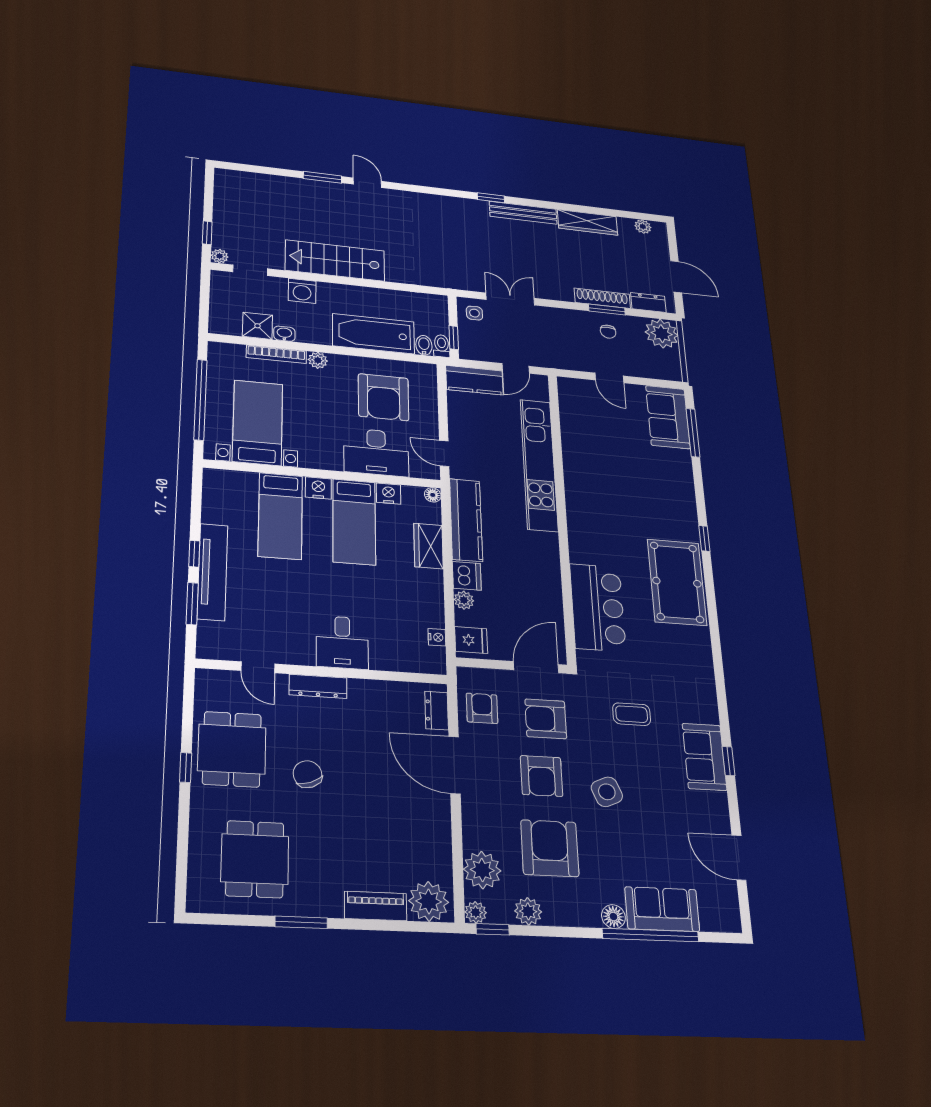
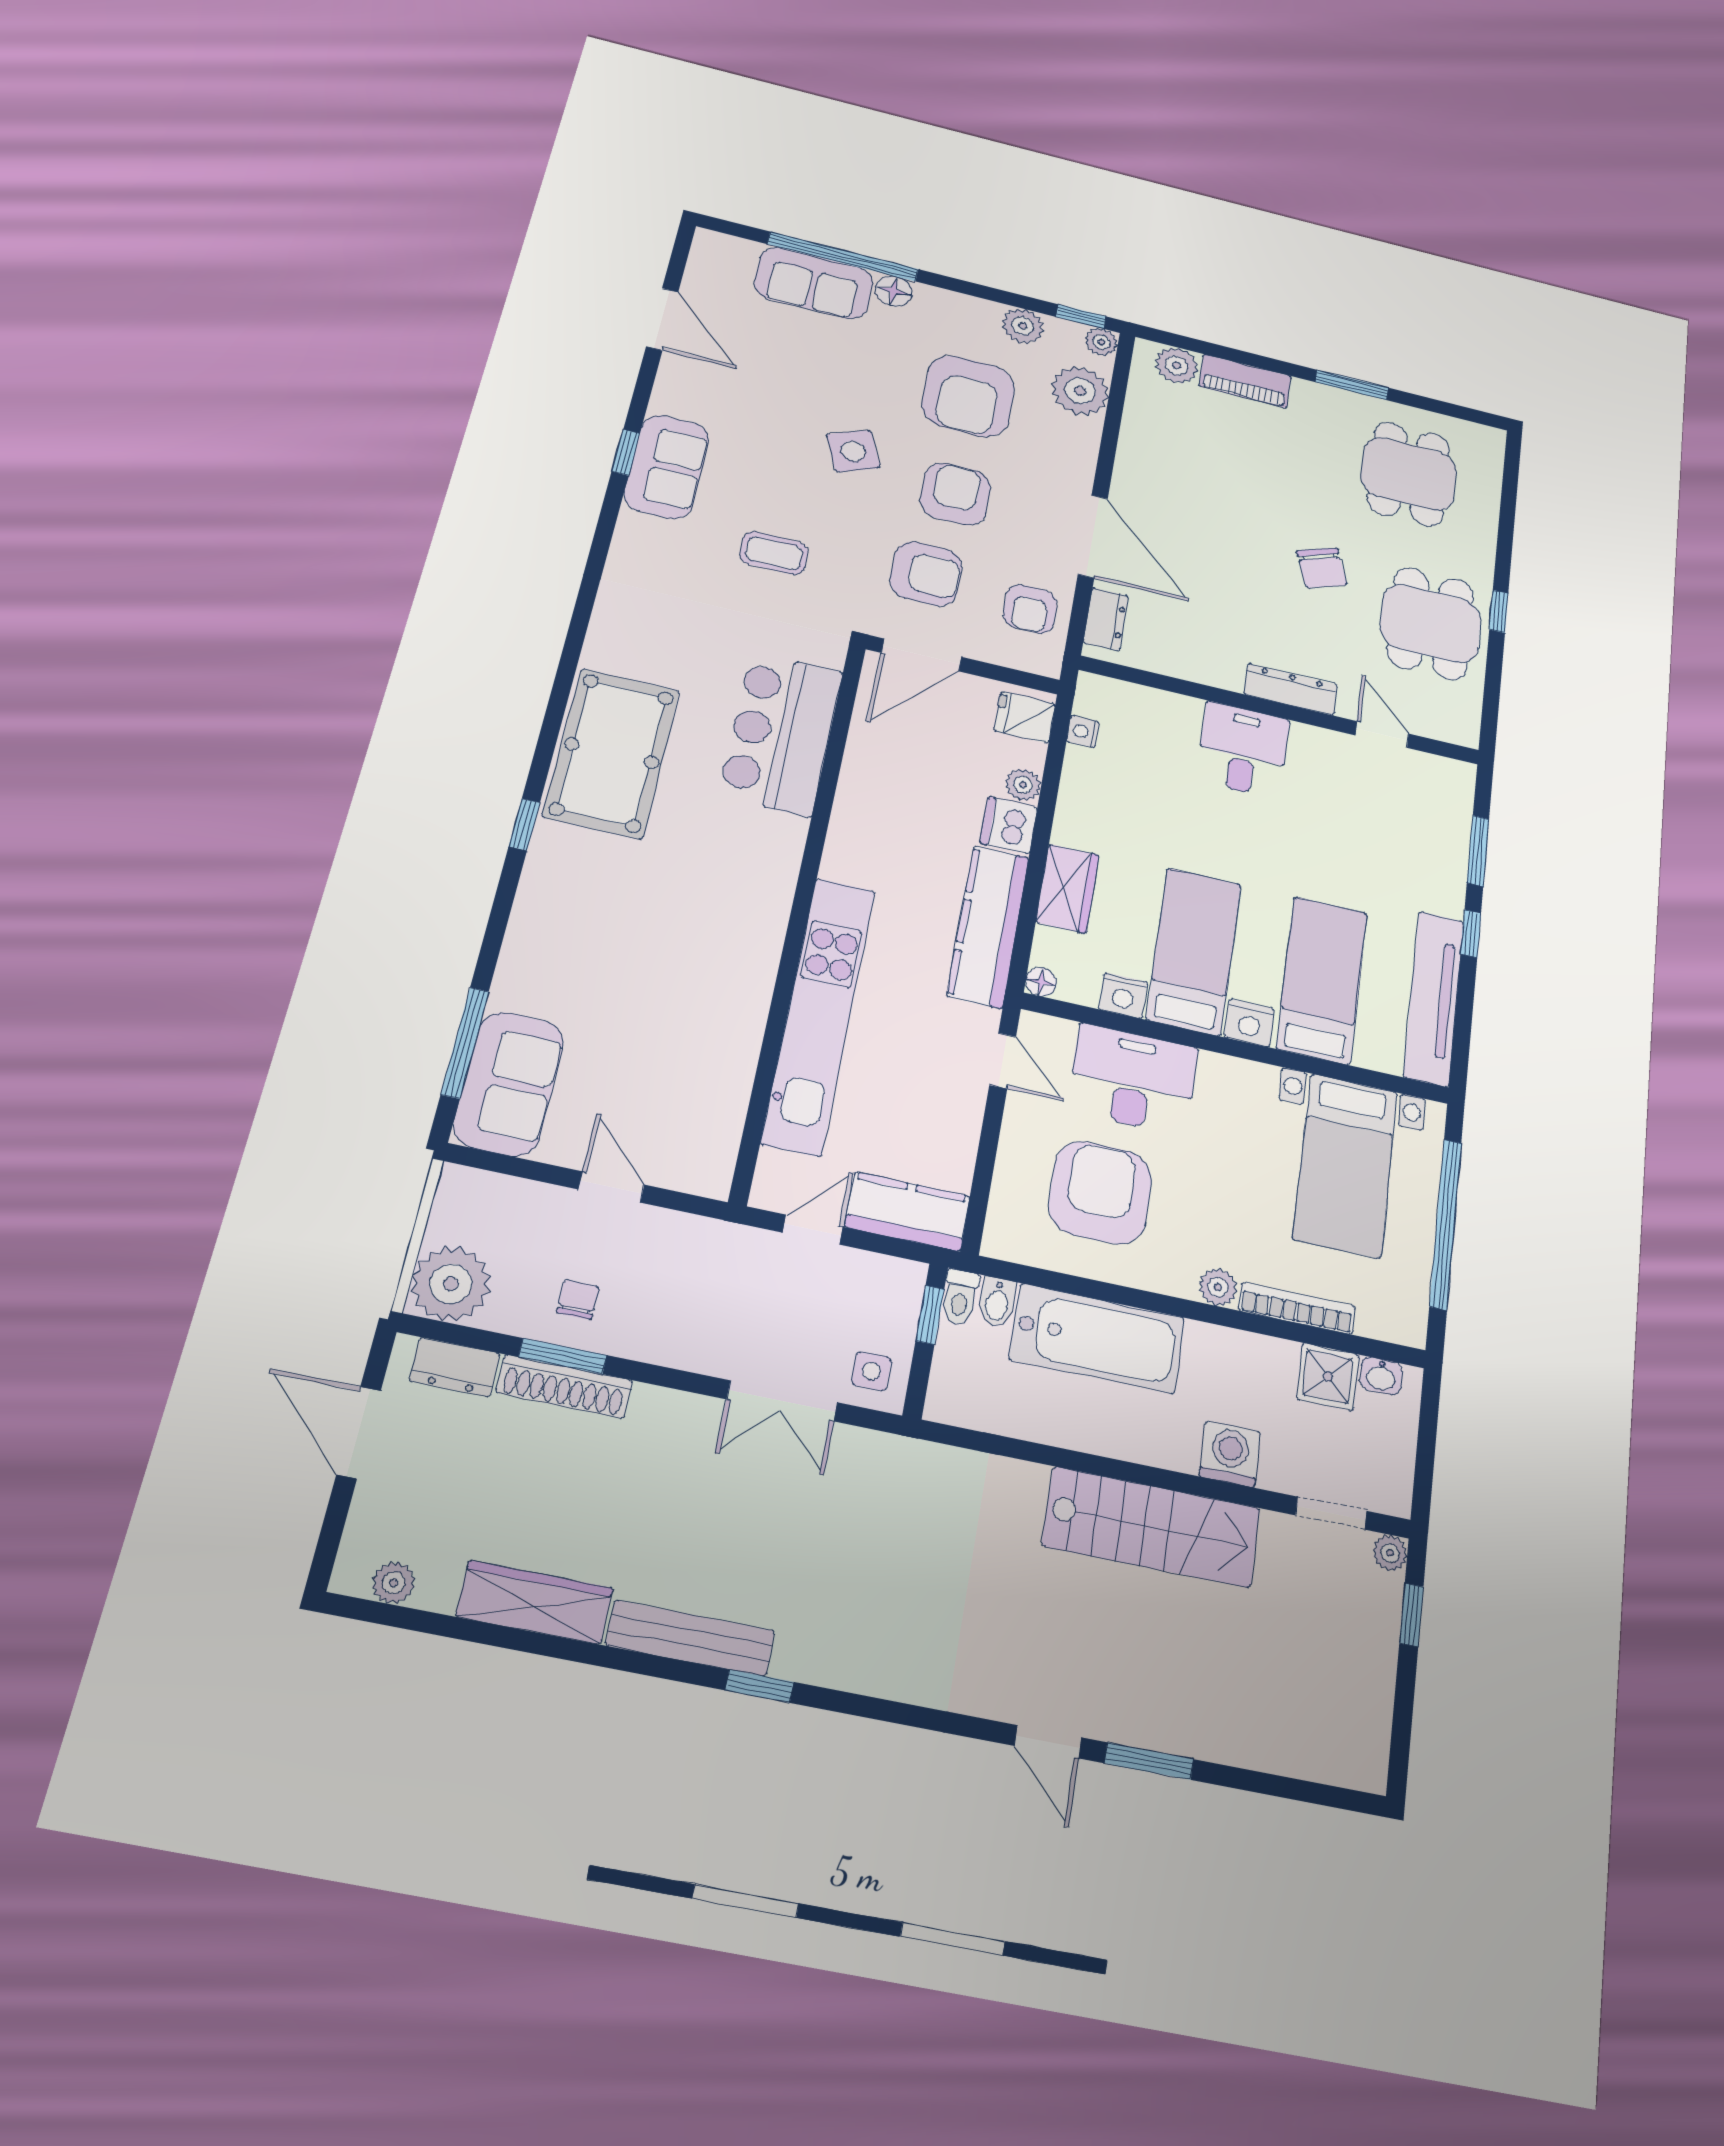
washbasin: (284, 334) -> (1381, 1376), moved
tv unit: (212, 572) -> (1434, 998), moved
plant: (429, 901) -> (1177, 365), width x0.73, depth x0.73

